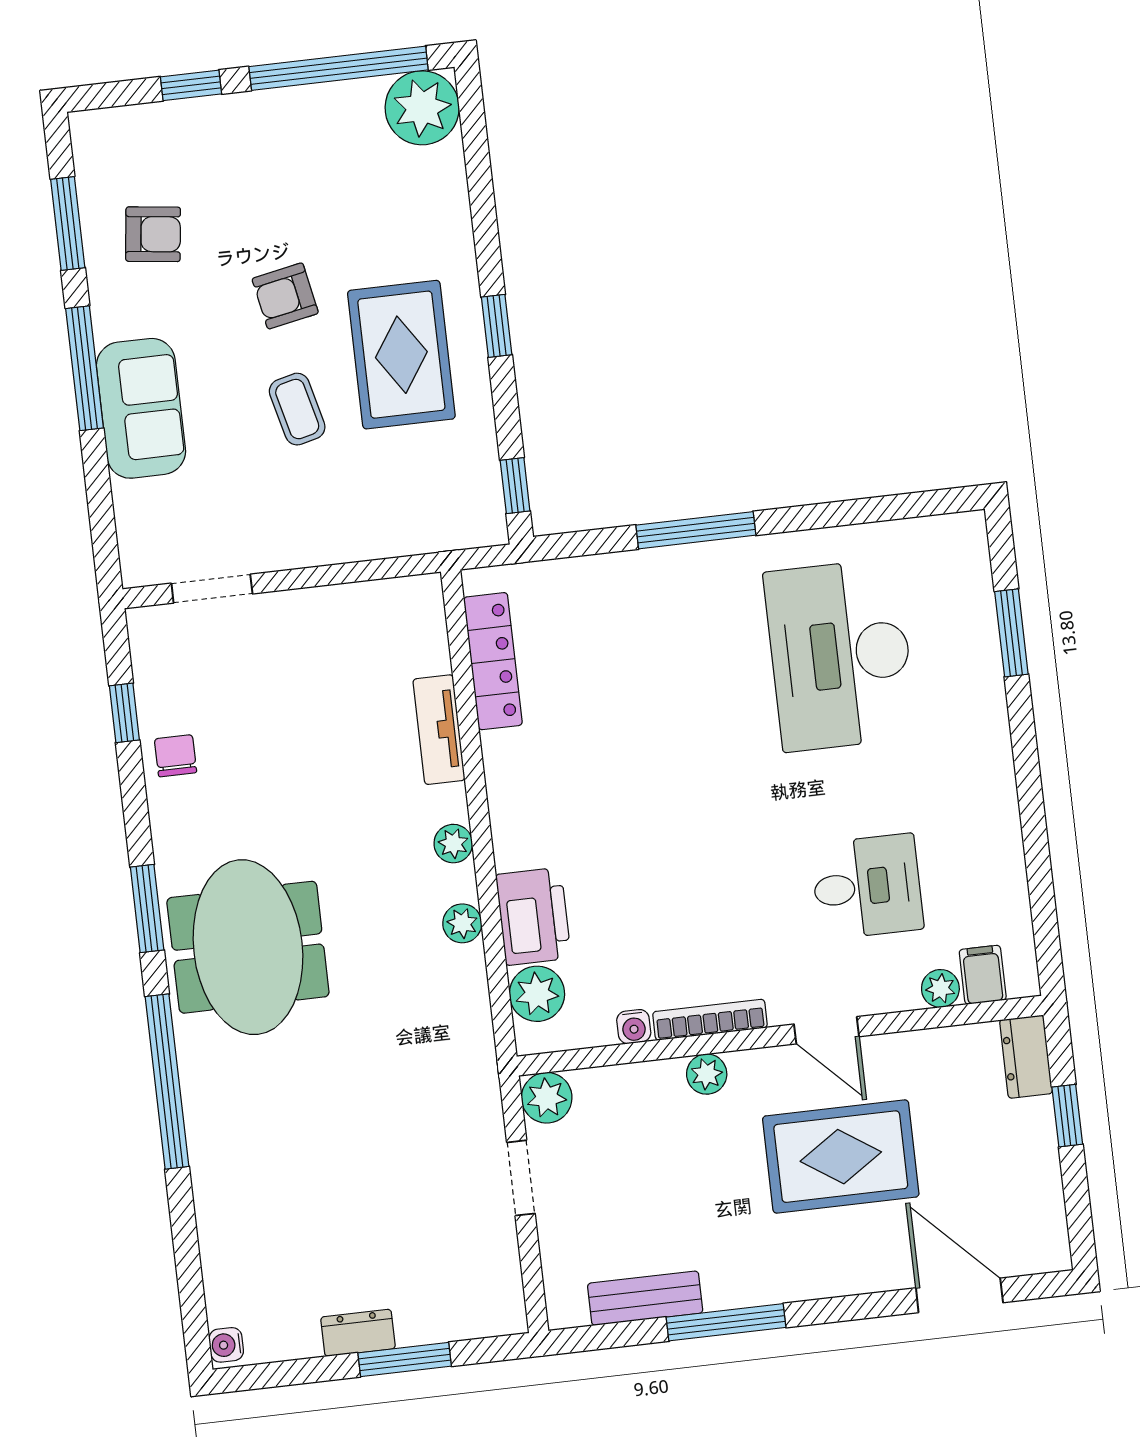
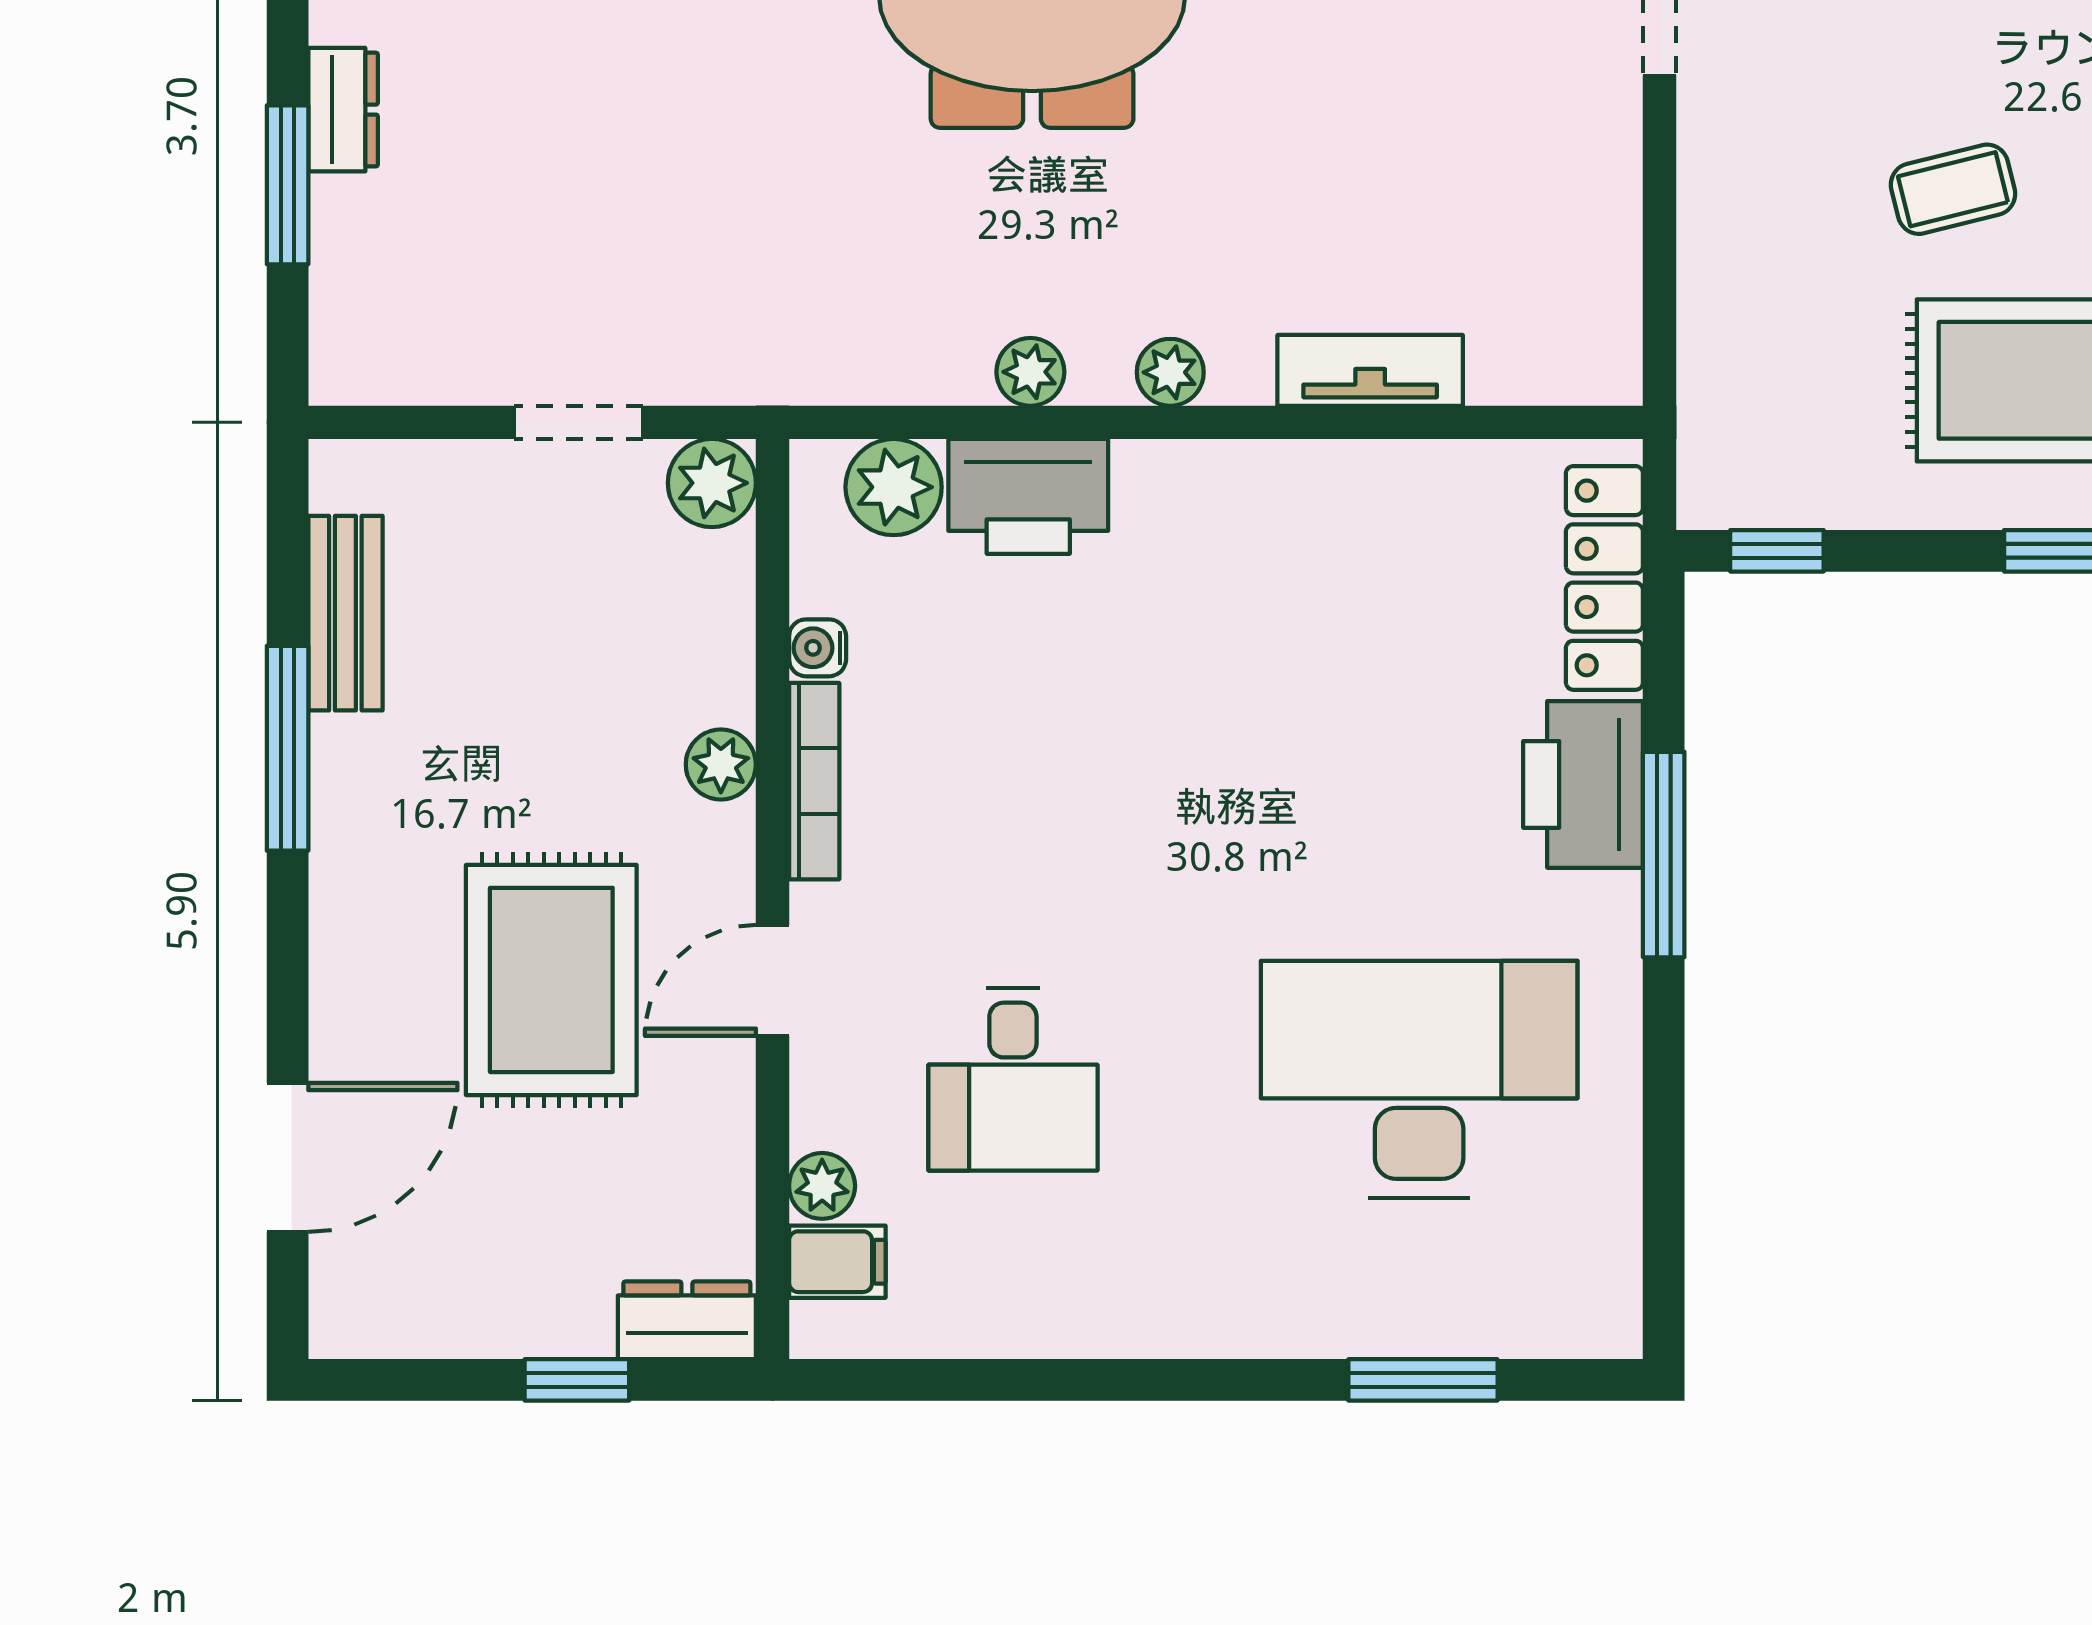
printer: (661, 581) -> (1583, 784), added
locker: (493, 661) -> (1604, 578), moved, turned 90

